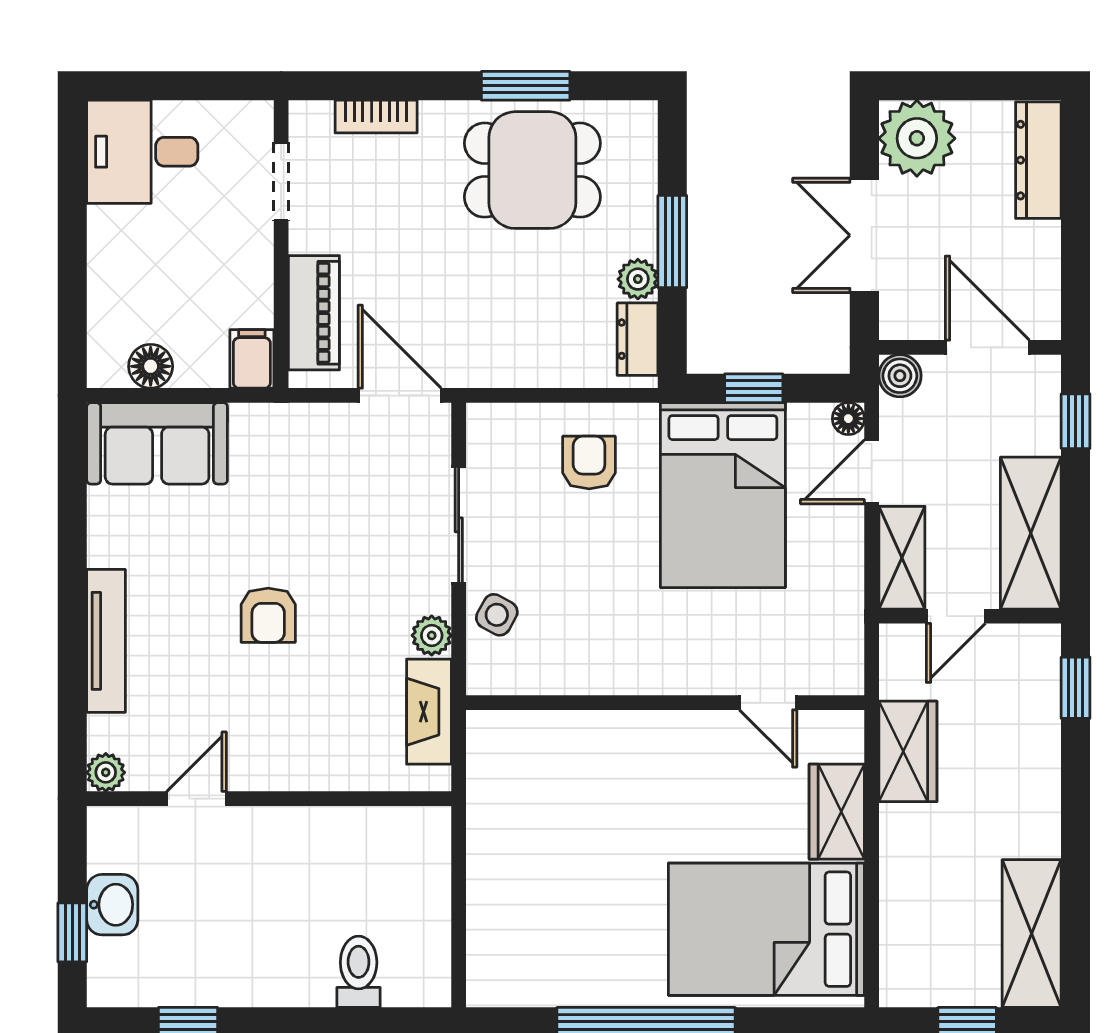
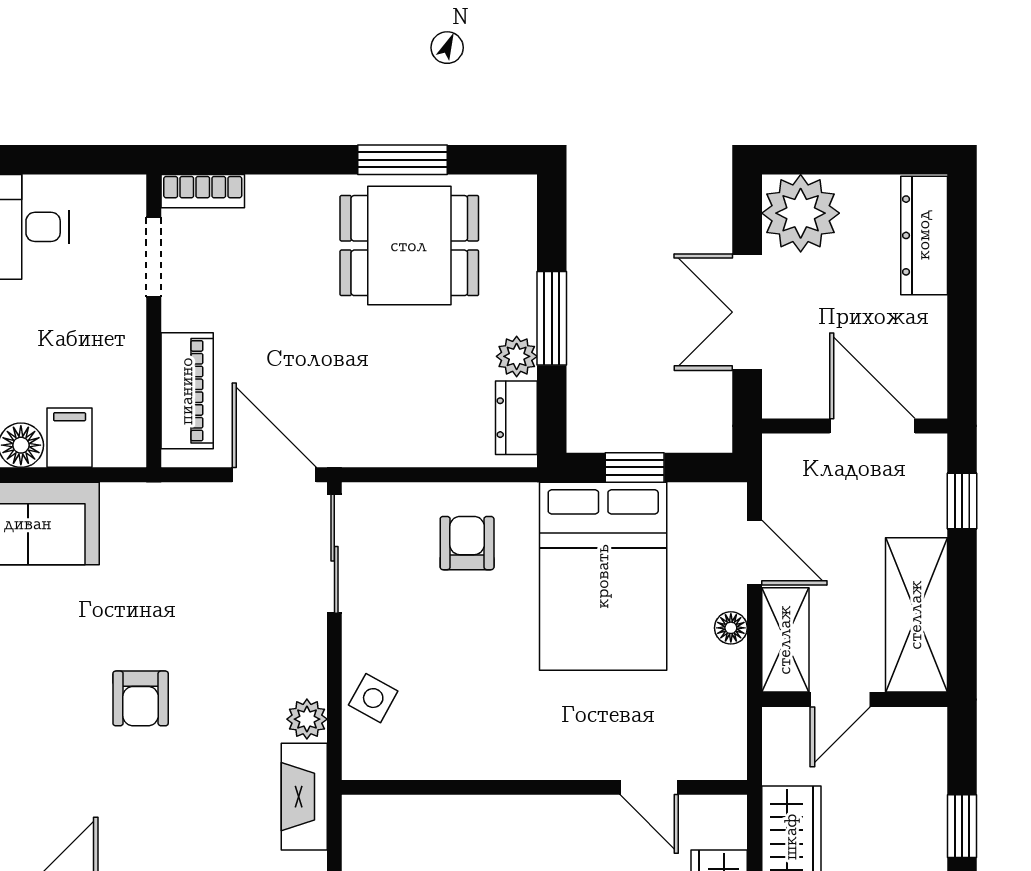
bookcase: (376, 117) -> (203, 191), moved
filing cabinet: (252, 359) -> (70, 438), moved
boiler: (900, 376) -> (783, 455), removed
floor lamp: (848, 419) -> (731, 628), moved
door: (872, 472) -> (754, 553), swing flipped
sliding door: (459, 525) -> (334, 554), moved
window: (1076, 688) -> (962, 826), moved

